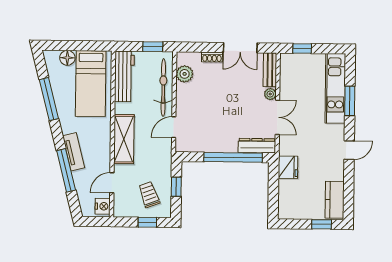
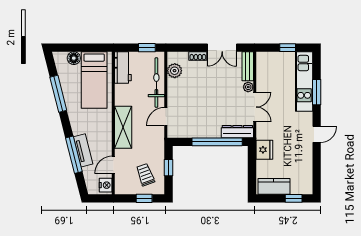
window: (302, 48) -> (288, 48), moved
workbench: (124, 76) -> (123, 68), width x0.73
tv unit: (74, 152) -> (83, 150), moved
kitchen counter: (335, 200) -> (274, 186), moved, turned 90

